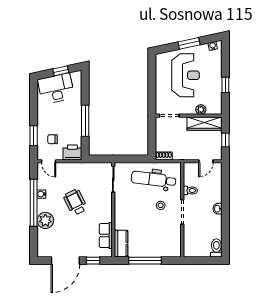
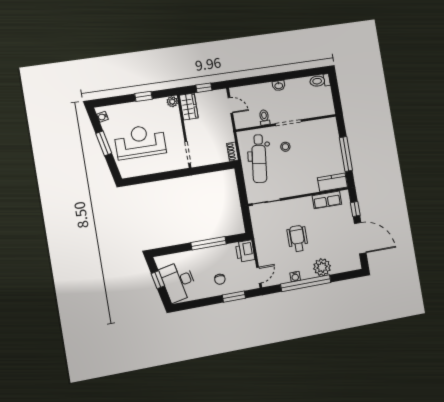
plant: (201, 110) -> (172, 102), moved
wardrobe: (205, 124) -> (189, 107), width x0.67
chair: (52, 139) -> (220, 279), moved
wheelchair: (75, 202) -> (298, 239), turned 116

